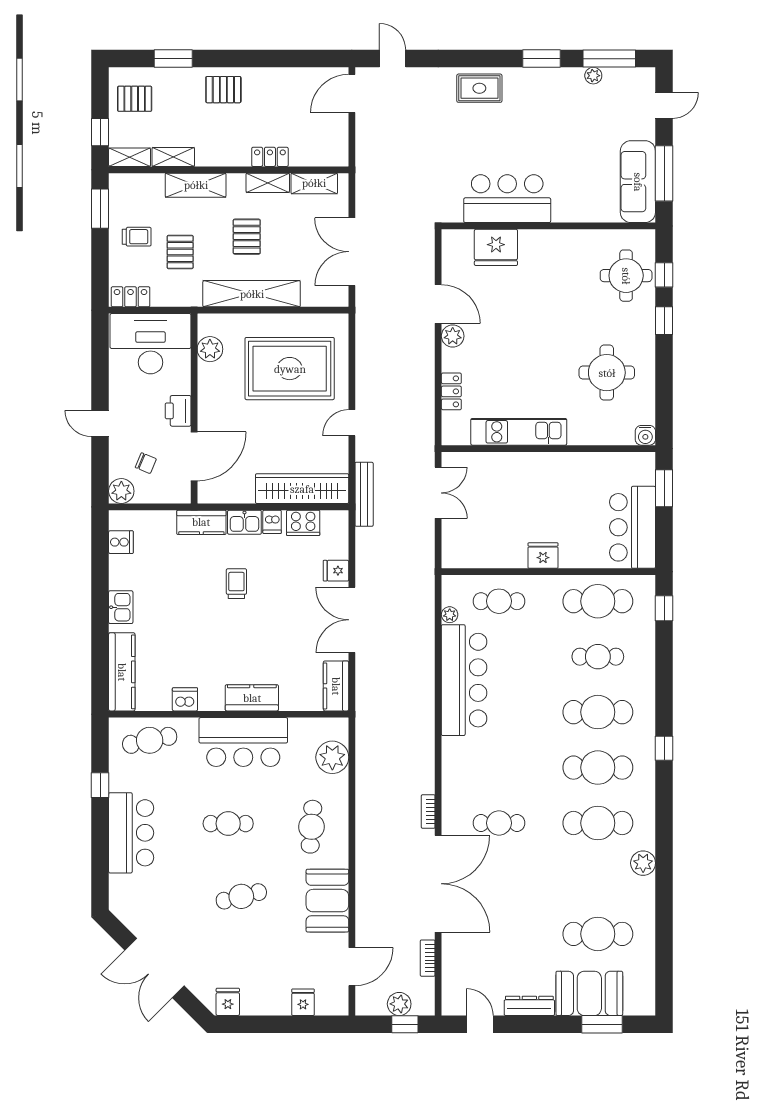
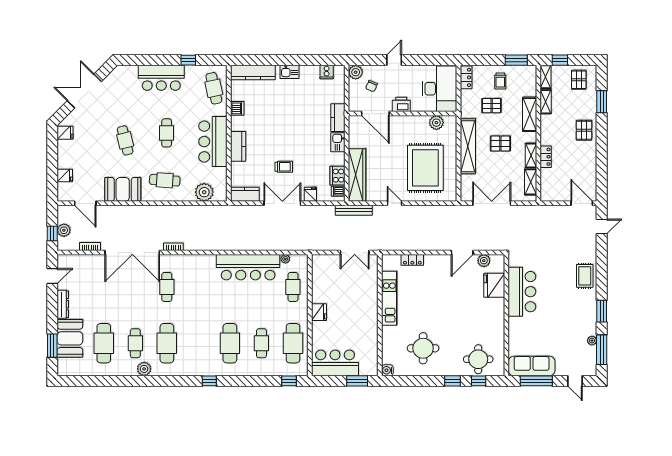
plant: (453, 336) -> (484, 261), moved
dishwasher: (272, 522) -> (338, 191), moved
trolley: (236, 584) -> (284, 167), moved
cafe table: (598, 768) -> (135, 343), moved, width x0.73, depth x0.74

